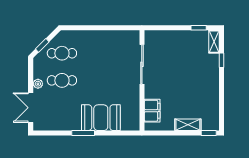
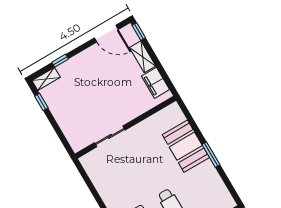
sliding door: (142, 64) -> (110, 136), width x0.73
door: (222, 107) -> (106, 34), added
filing cabinet: (152, 111) -> (156, 83), moved, turned -90

